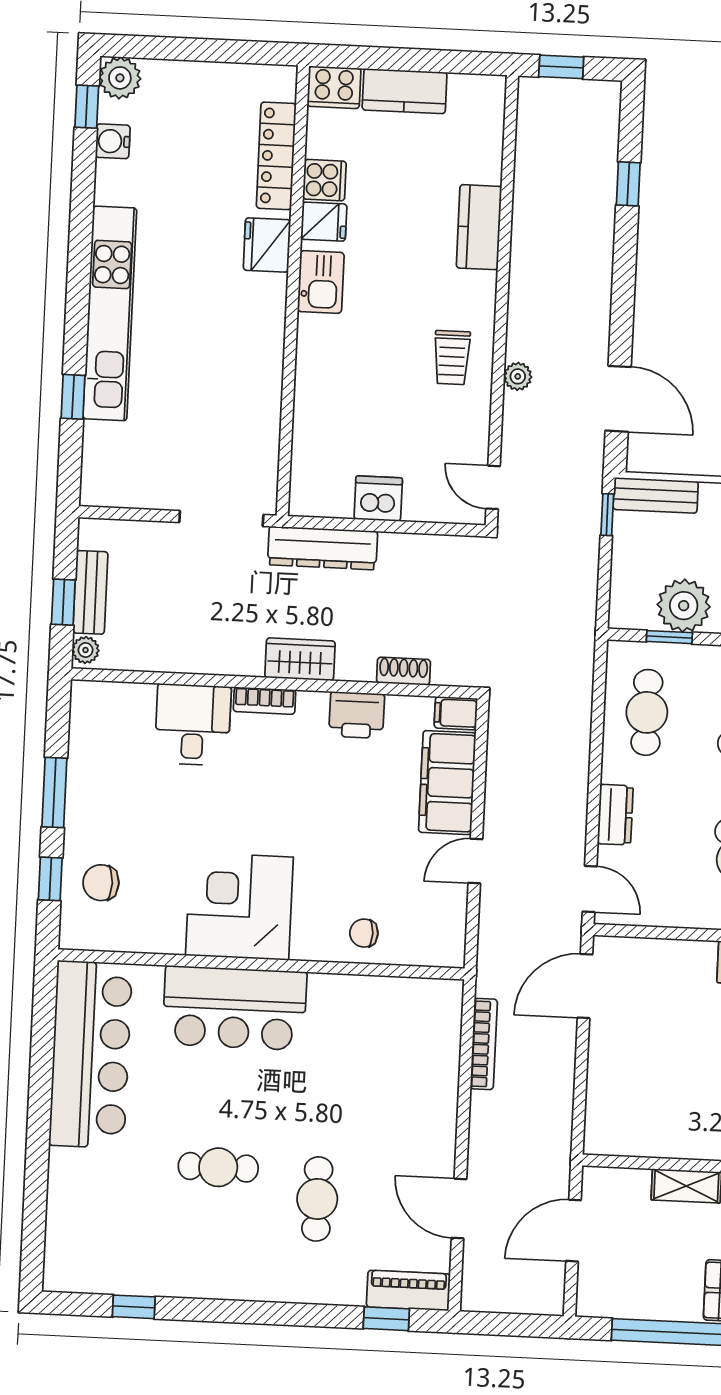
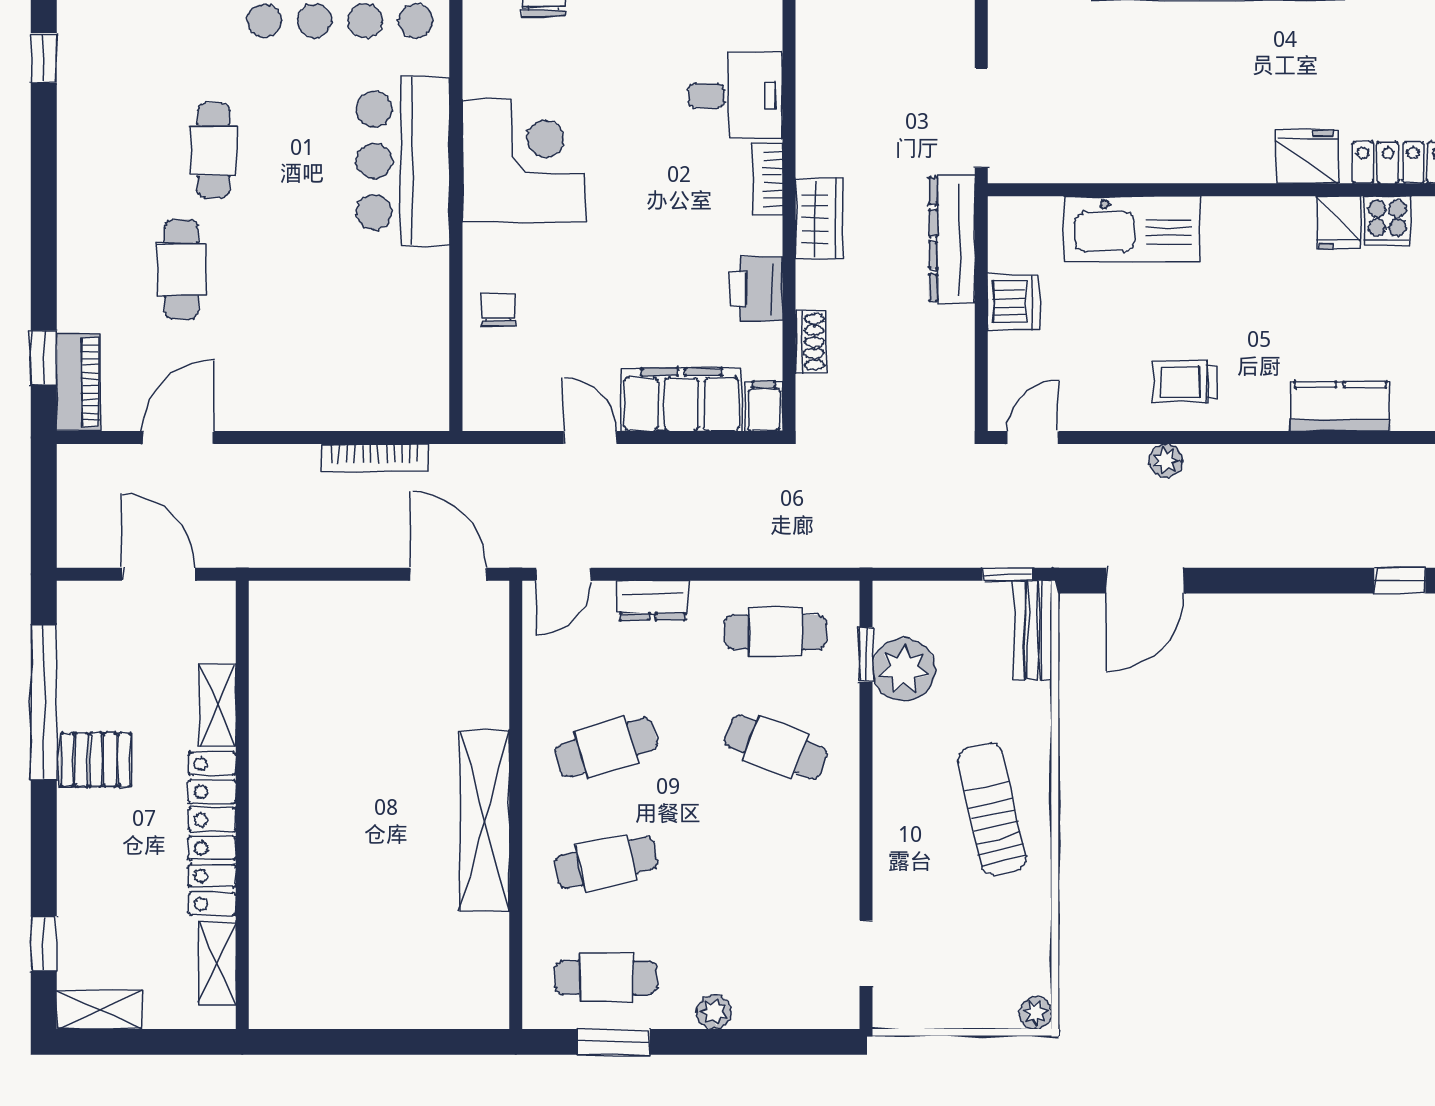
kitchen sink: (321, 282) -> (1132, 229), moved, width x1.87, depth x1.24
cafe table: (317, 1199) -> (182, 269), turned 90

